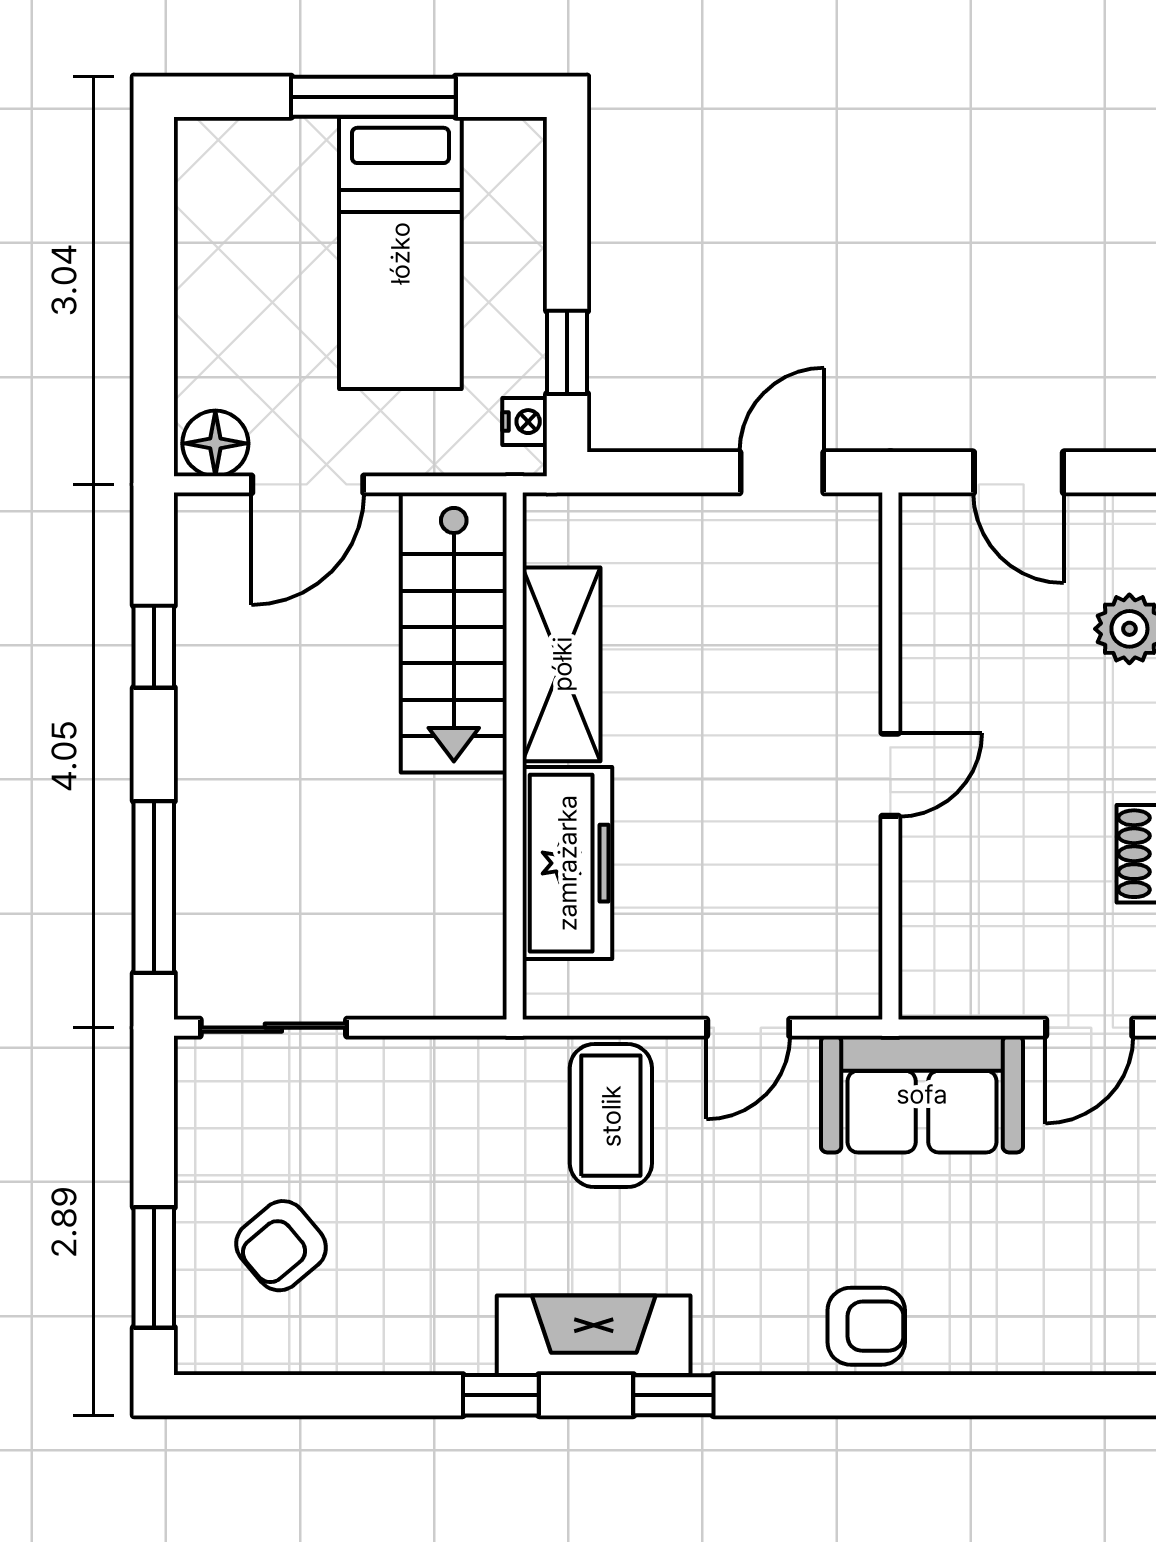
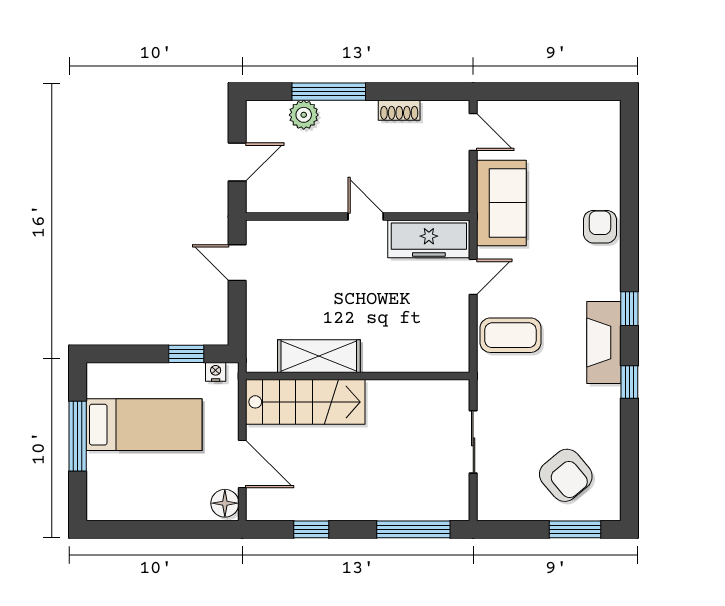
freezer: (567, 863) -> (429, 239), moved, turned 180
sliding door: (273, 1028) -> (473, 442), moved
door: (748, 1028) -> (473, 277), hinge flipped
armchair: (281, 1246) -> (566, 475), width x1.38, depth x1.38

